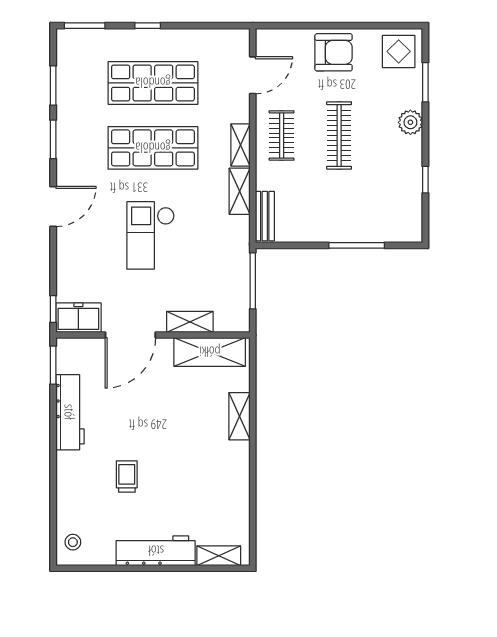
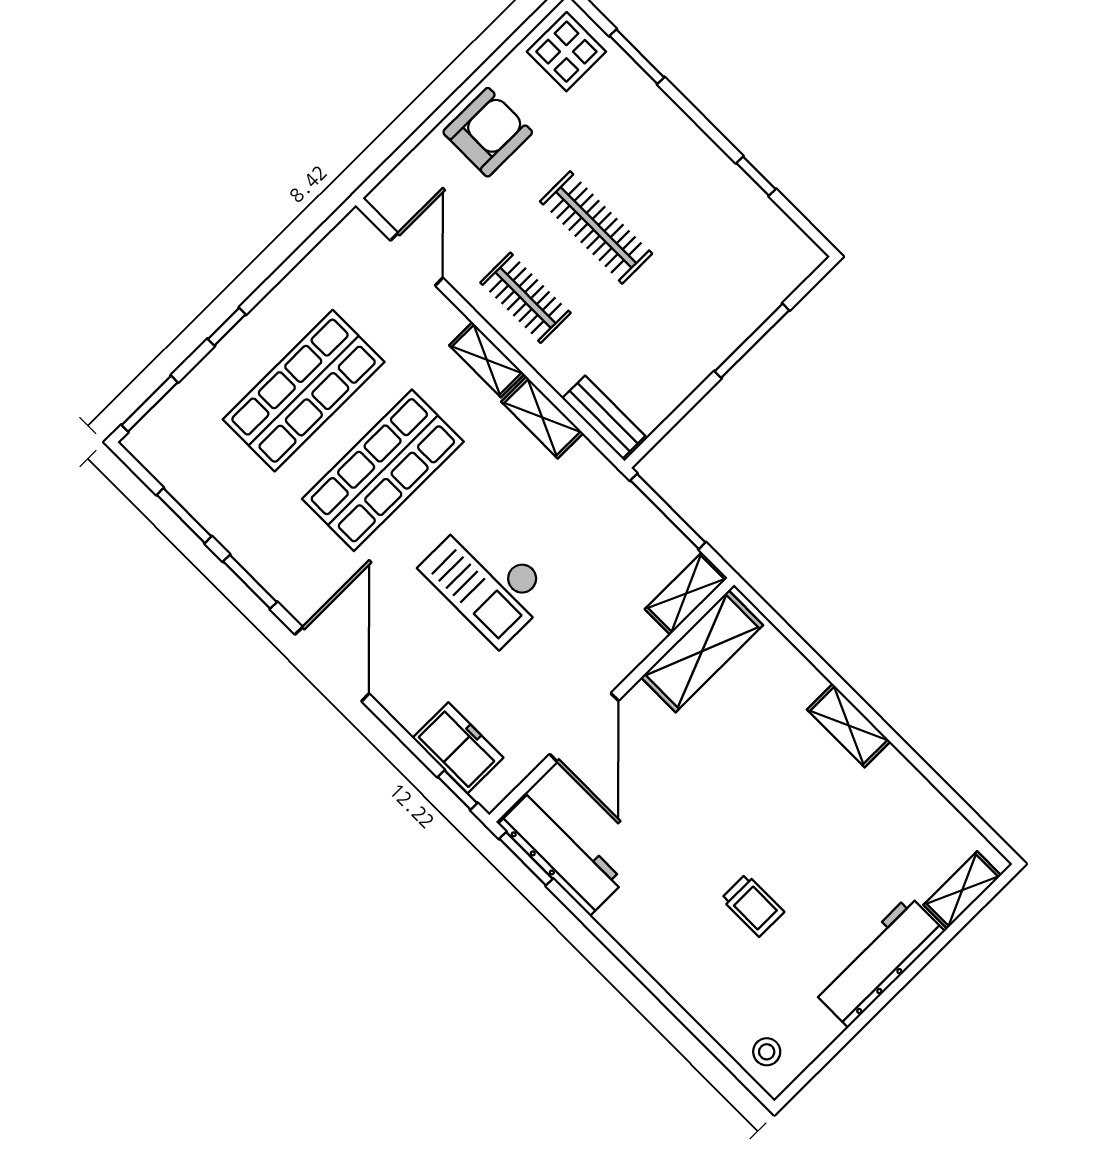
plant: (410, 122) -> (667, 124), removed
door: (53, 206) -> (332, 664), width x1.36
freezer: (78, 318) -> (458, 748), moved, turned 90
shelving: (190, 322) -> (686, 593), moved
workbench: (70, 412) -> (561, 853), moved
shelving: (239, 416) -> (849, 726), moved
trolley: (127, 477) -> (753, 905), turned 180

